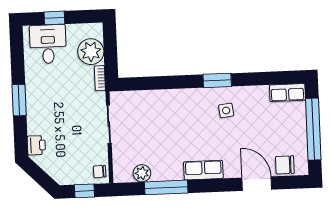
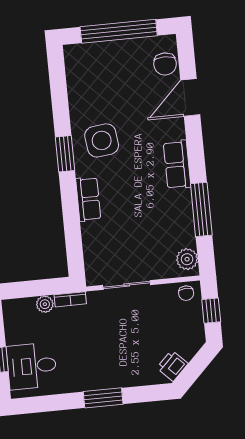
plant: (91, 52) -> (45, 304), width x0.53, depth x0.53
row of seats: (287, 93) -> (88, 199), moved
side table: (226, 110) -> (102, 140), width x1.87, depth x1.87
printer: (36, 145) -> (172, 366), moved, turned -45
plant: (142, 173) -> (187, 259), moved

